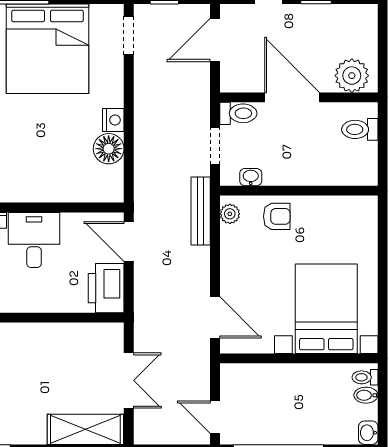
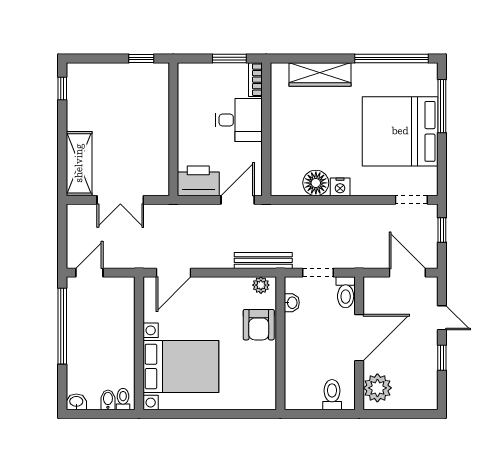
armchair: (277, 216) -> (259, 325), width x1.38, depth x1.38

